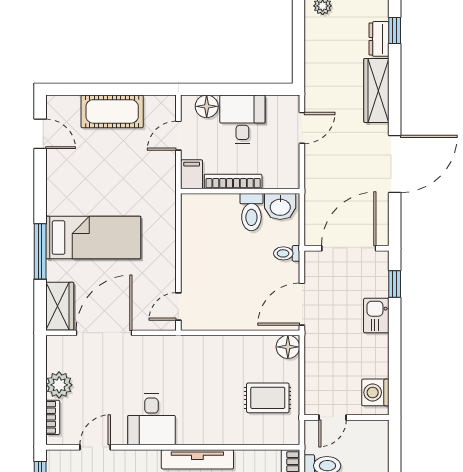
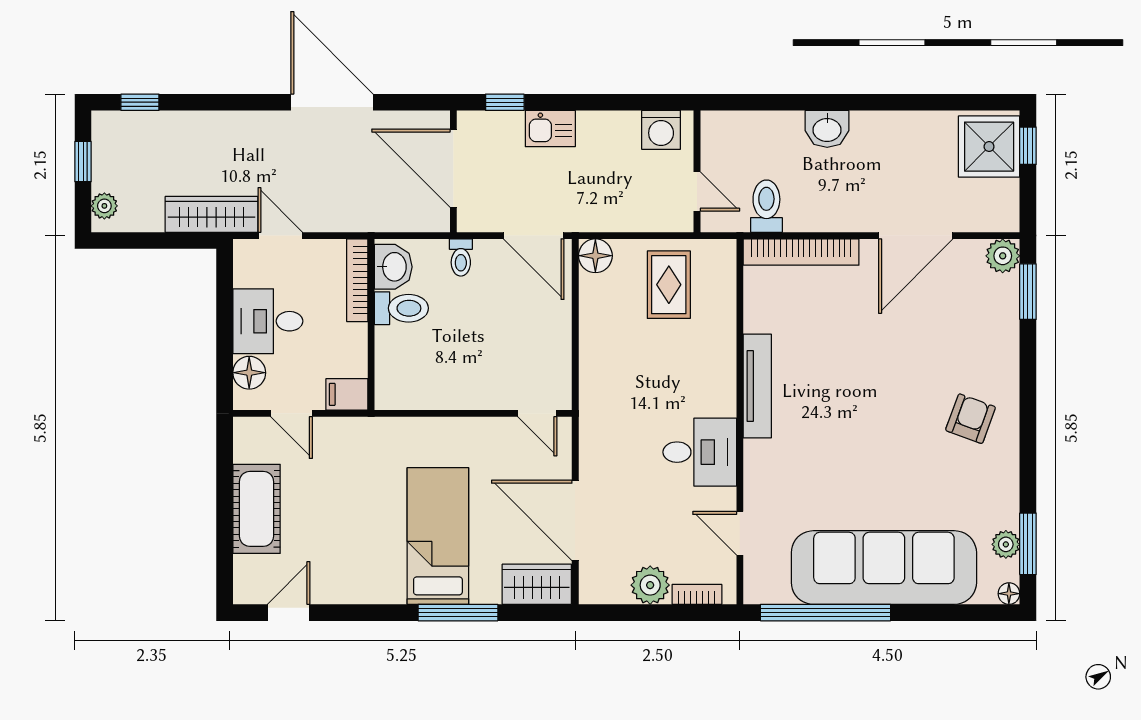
dresser: (379, 39) -> (152, 125), removed
wardrobe: (376, 90) -> (212, 214), moved, turned 180
bookcase: (233, 181) -> (357, 280), moved

